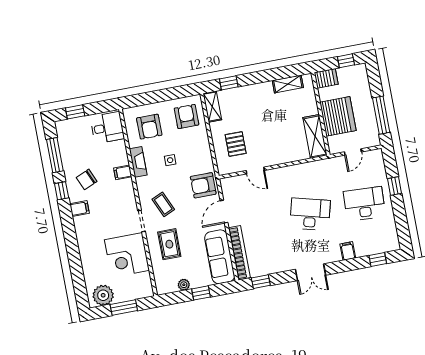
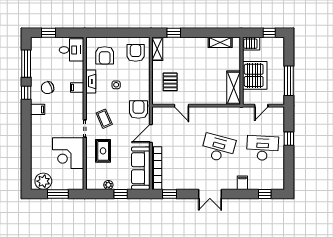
armchair: (203, 185) -> (138, 110), turned 90

